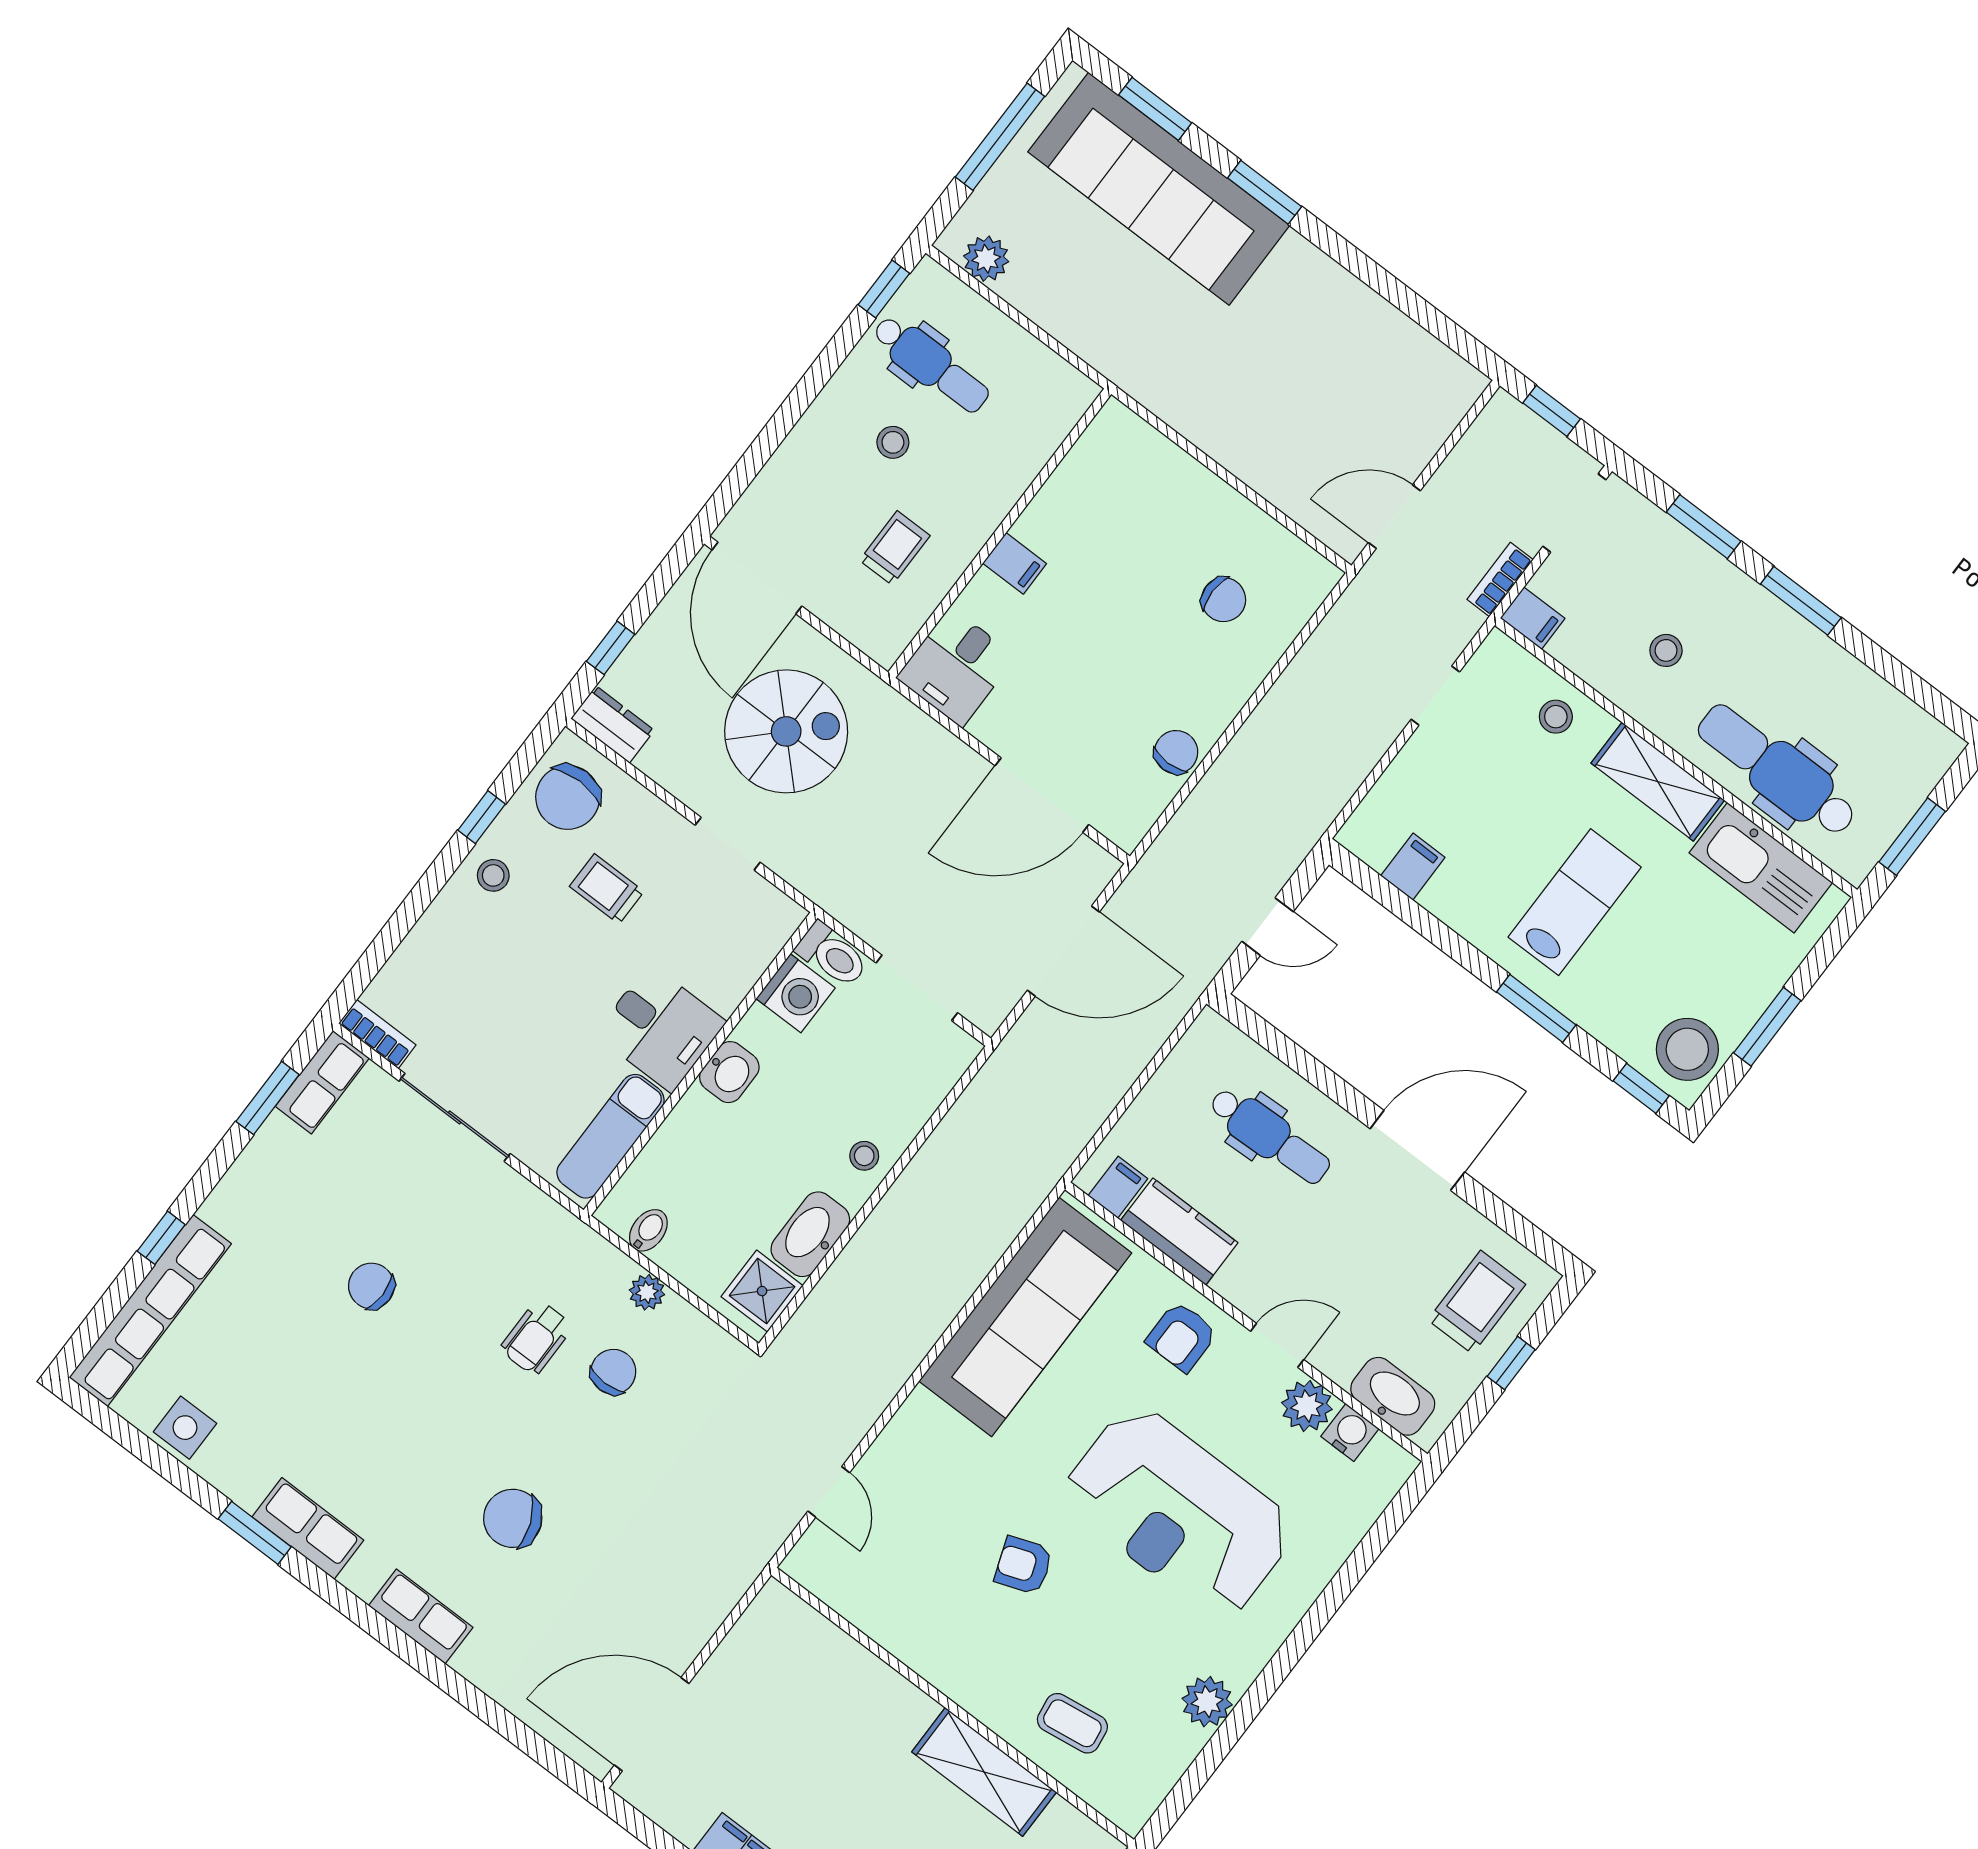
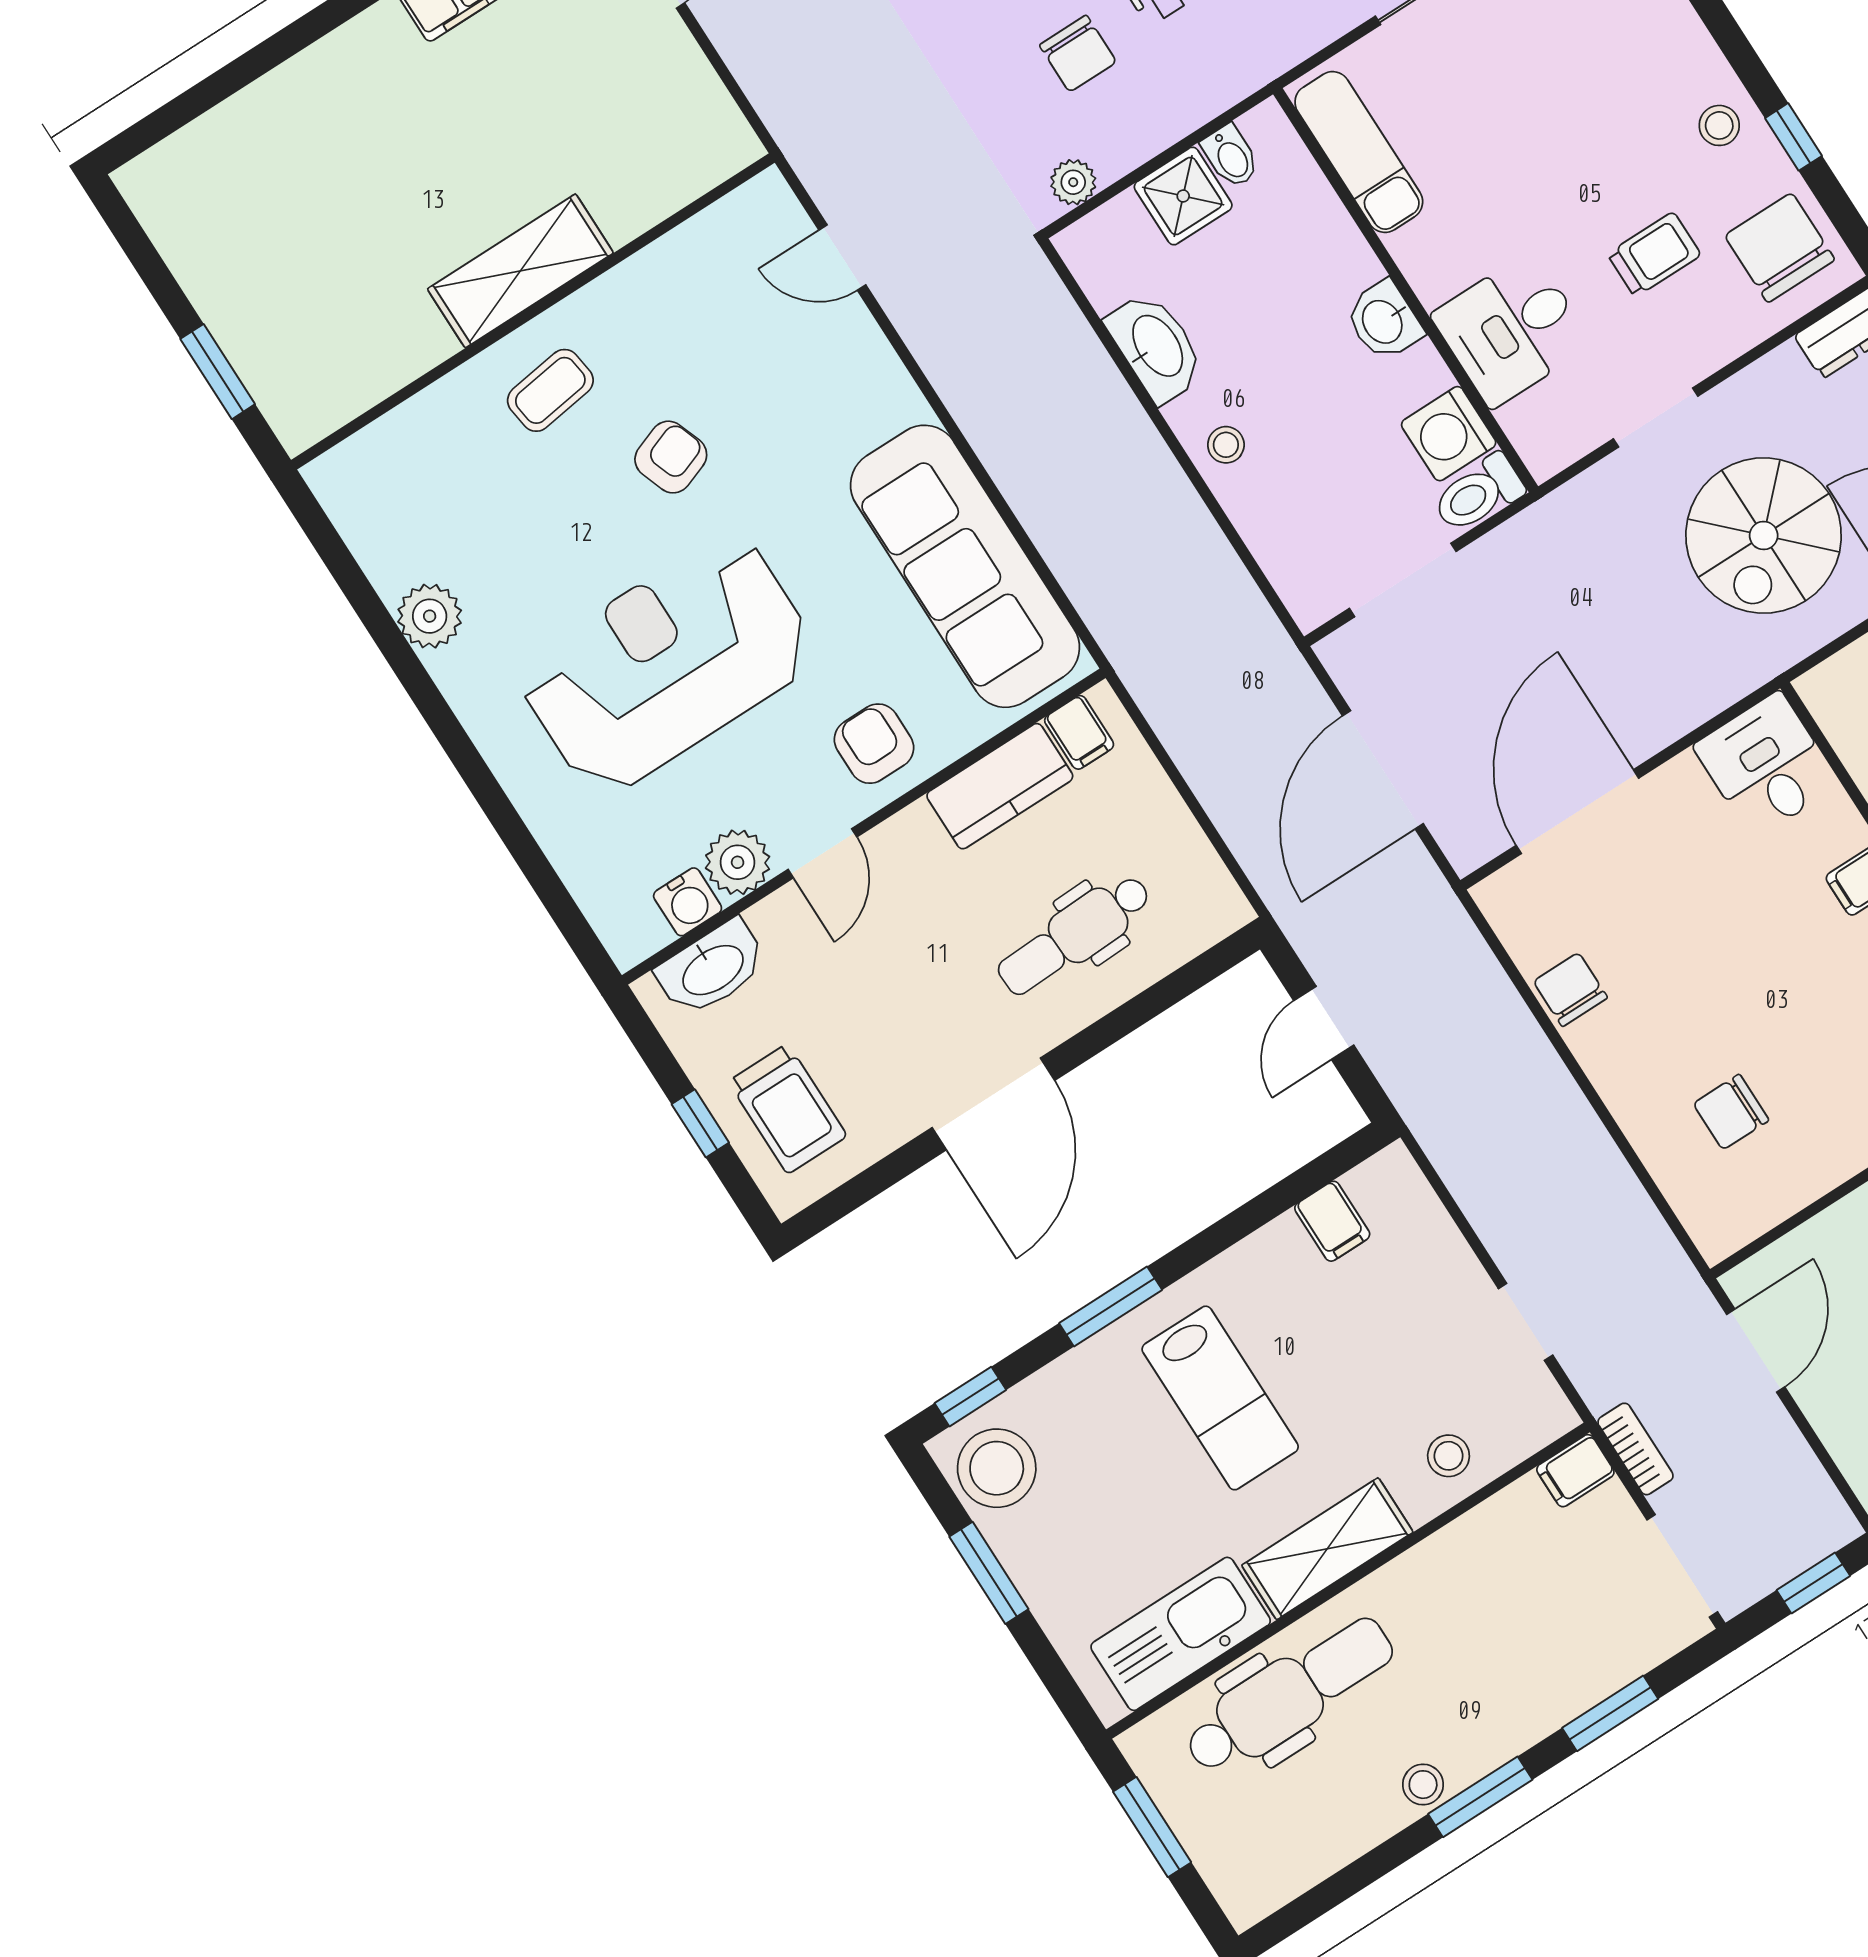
stool: (1666, 650) -> (1423, 1785), moved
chair: (1176, 752) -> (1570, 990), turned 180
desk: (660, 1028) -> (1512, 330), moved
shower: (762, 1291) -> (1183, 196), moved
plant: (647, 1292) -> (1073, 182), moved
coffee table: (1072, 1723) -> (550, 390), moved
shelving: (984, 1772) -> (520, 271), moved

